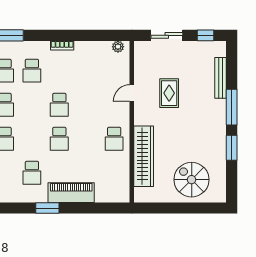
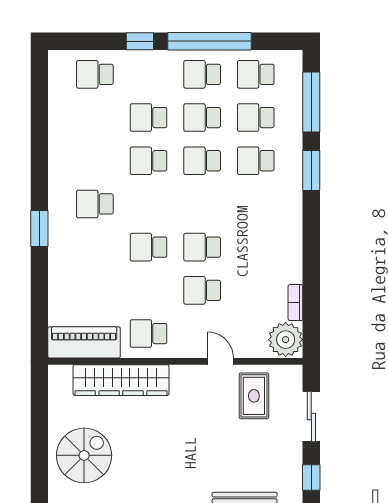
bookcase: (62, 45) -> (295, 303), moved
plant: (118, 47) -> (286, 340), width x1.88, depth x1.88
school desk: (32, 71) -> (202, 290), moved
rug: (169, 93) -> (254, 396), moved, turned 90
piano: (71, 193) -> (84, 342), moved, turned -90

